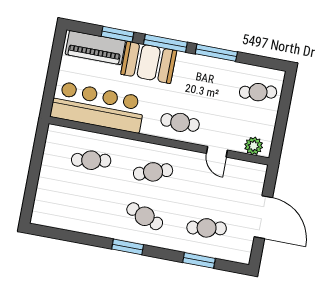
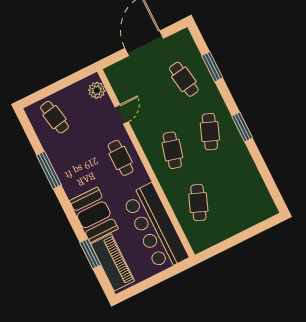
window: (165, 43) -> (70, 213), removed
cafe table: (91, 160) -> (198, 203), turned 30
cafe table: (153, 172) -> (172, 150), turned 33

